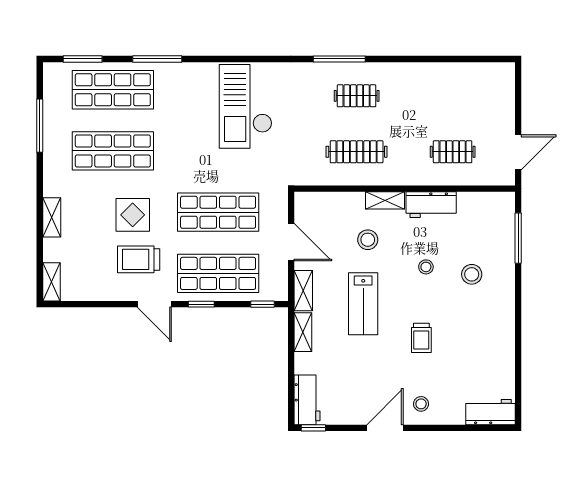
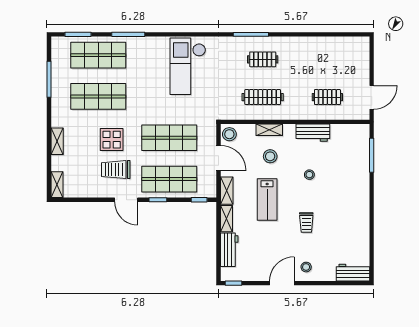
shelving: (385, 200) -> (269, 130), moved
stool: (472, 274) -> (229, 134), moved
workbench: (307, 400) -> (229, 250), moved

